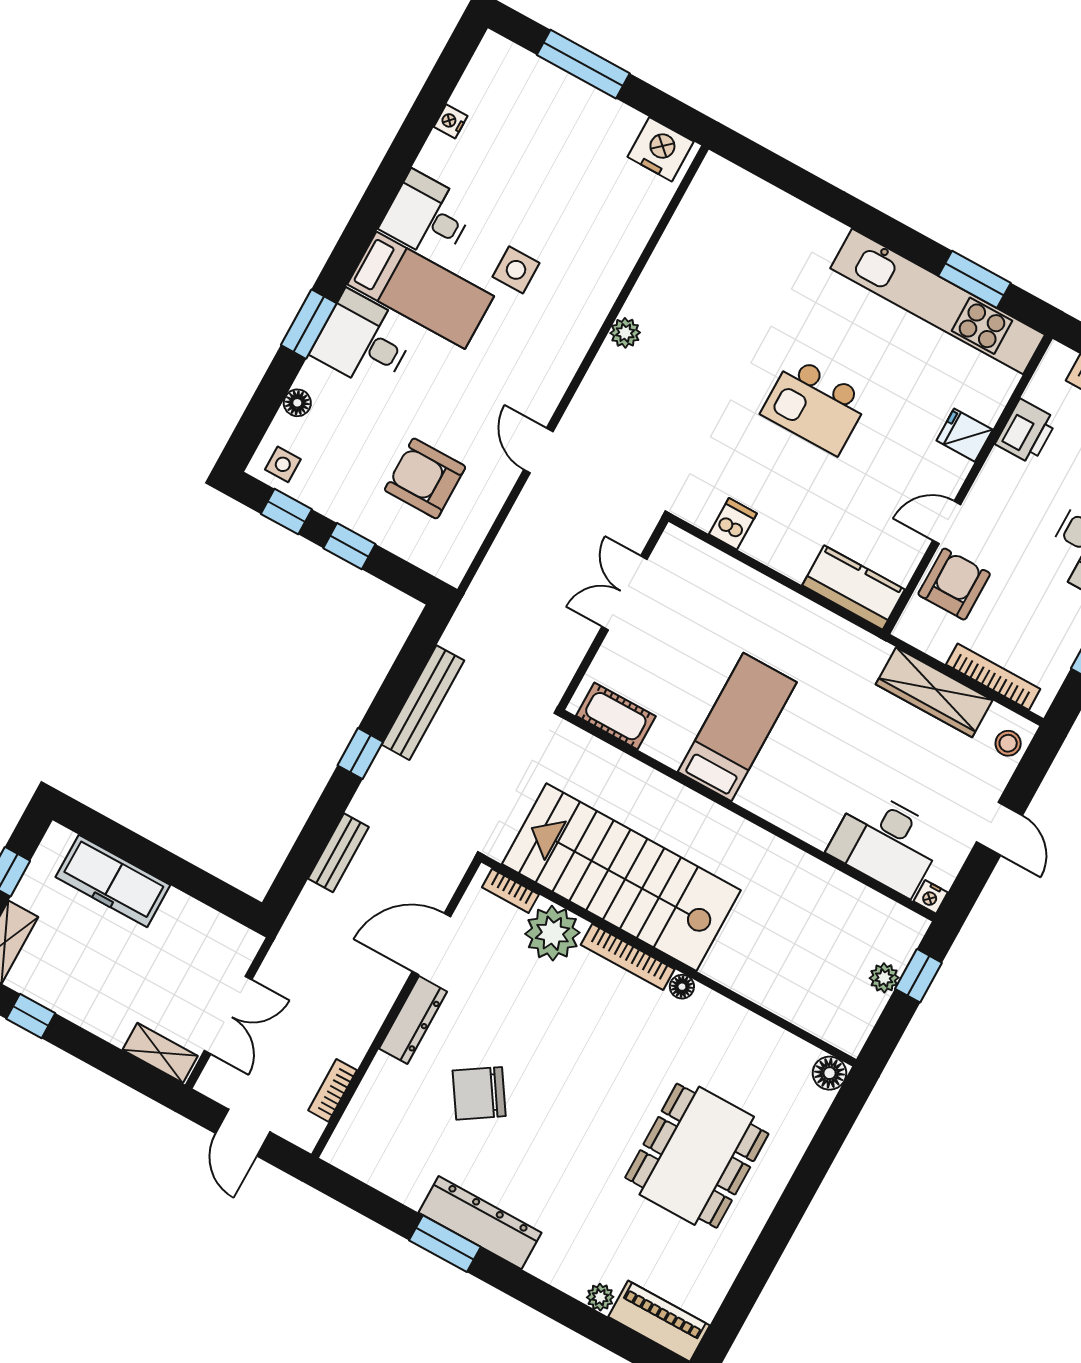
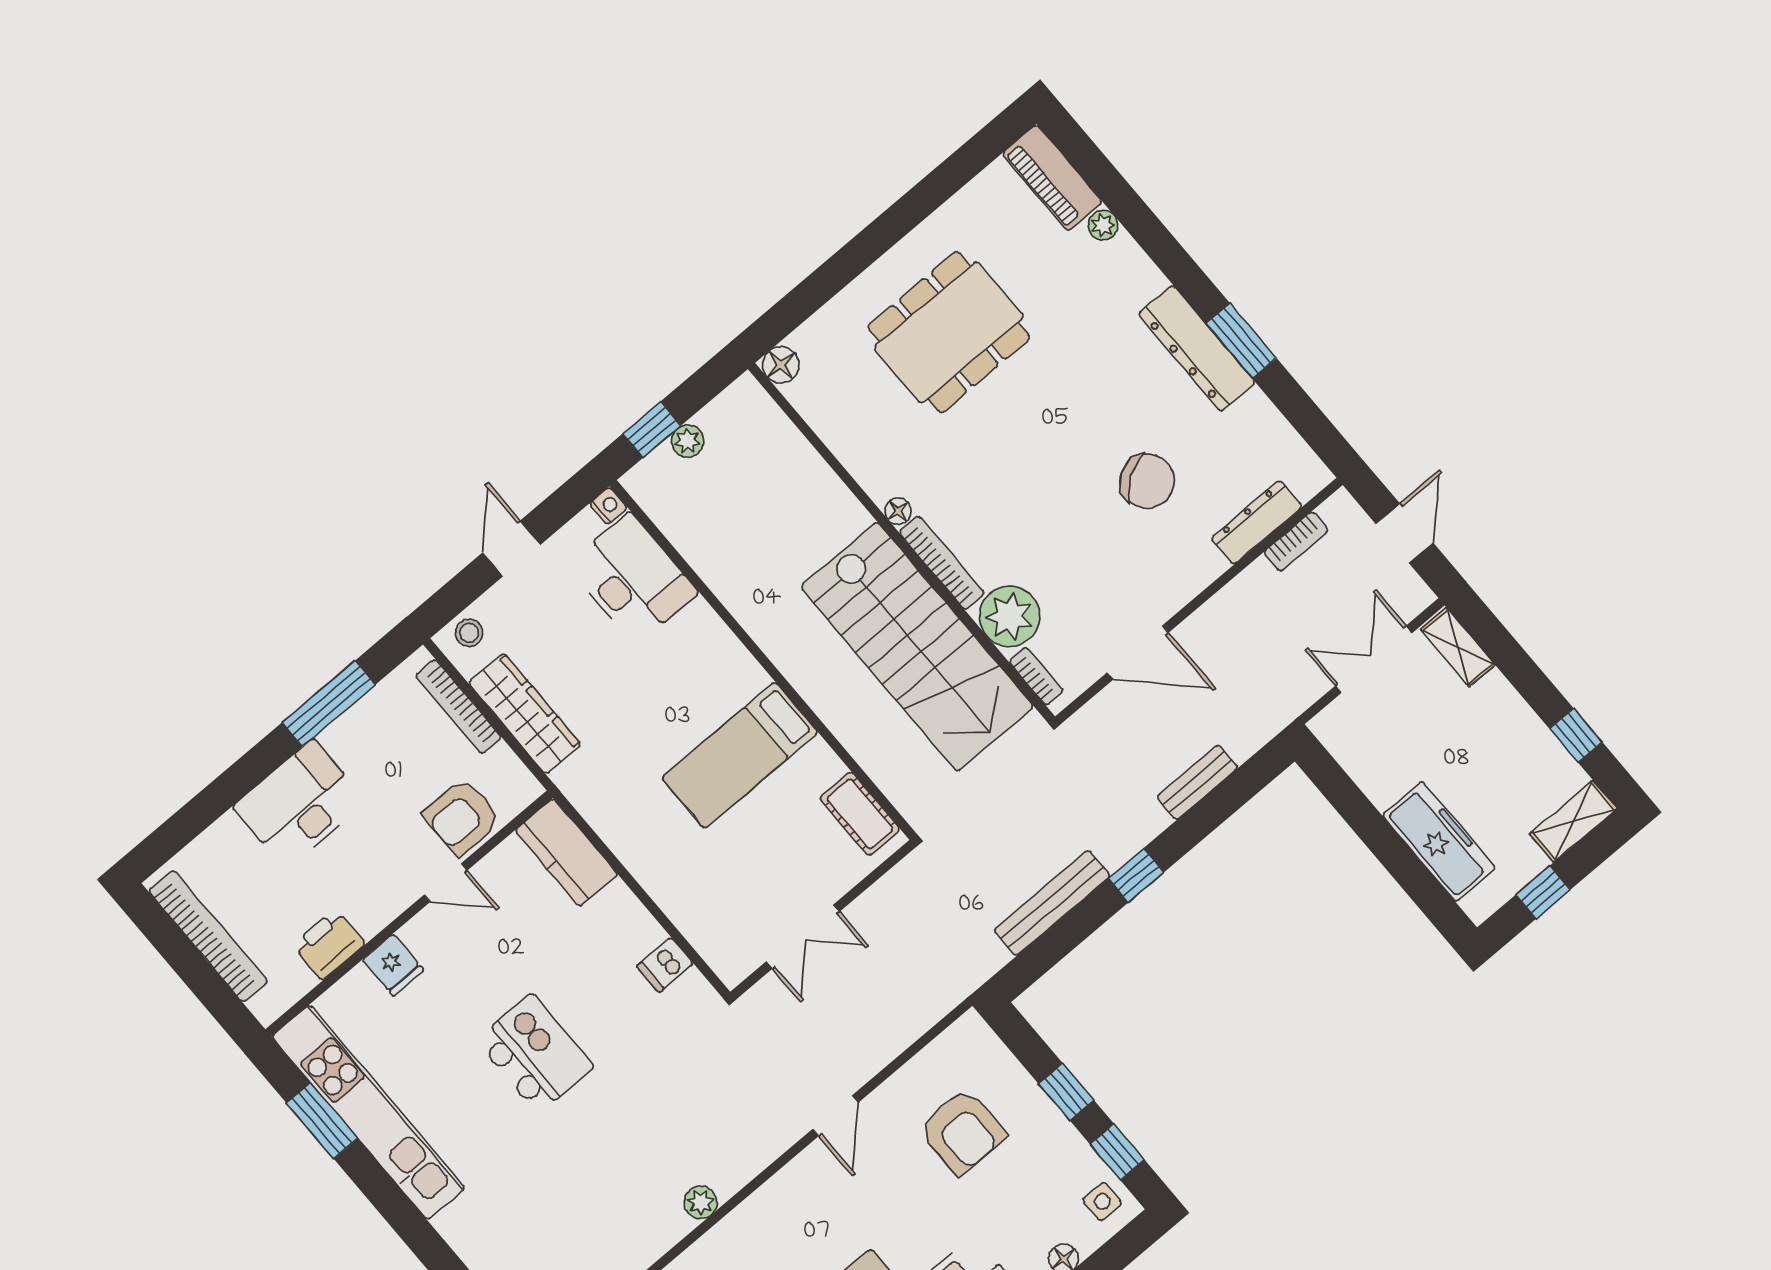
dresser: (413, 1020) -> (1257, 522), moved

